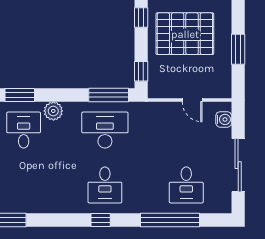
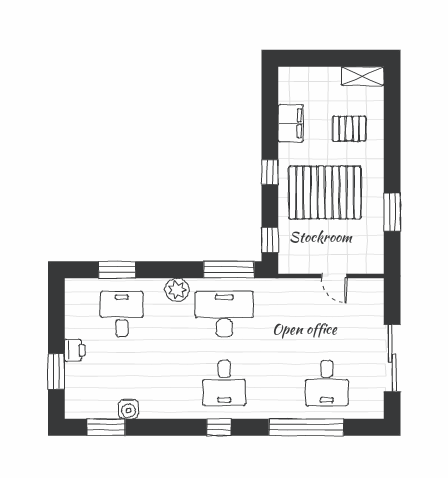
plant: (53, 111) -> (177, 290), moved
water cooler: (224, 119) -> (128, 409), moved, turned 90

